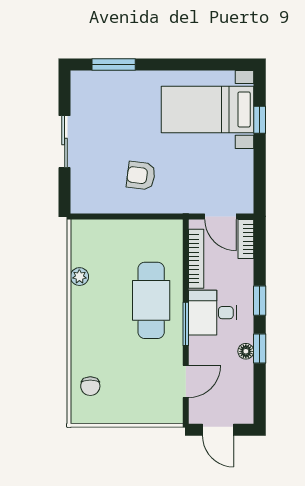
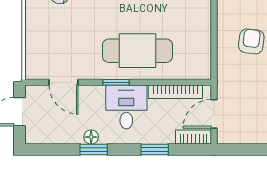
window: (260, 301) -> (155, 150), moved
window: (186, 324) -> (116, 82), width x0.67

